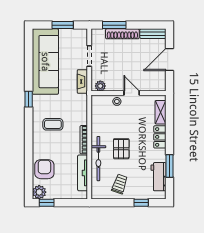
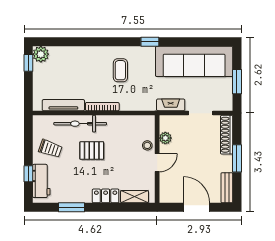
window: (114, 25) -> (237, 158), moved
shoe rack: (122, 34) -> (227, 135), moved
plant: (100, 86) -> (165, 138), moved
armchair: (44, 169) -> (68, 60), removed
workbench: (159, 177) -> (41, 181), moved, turned 90

